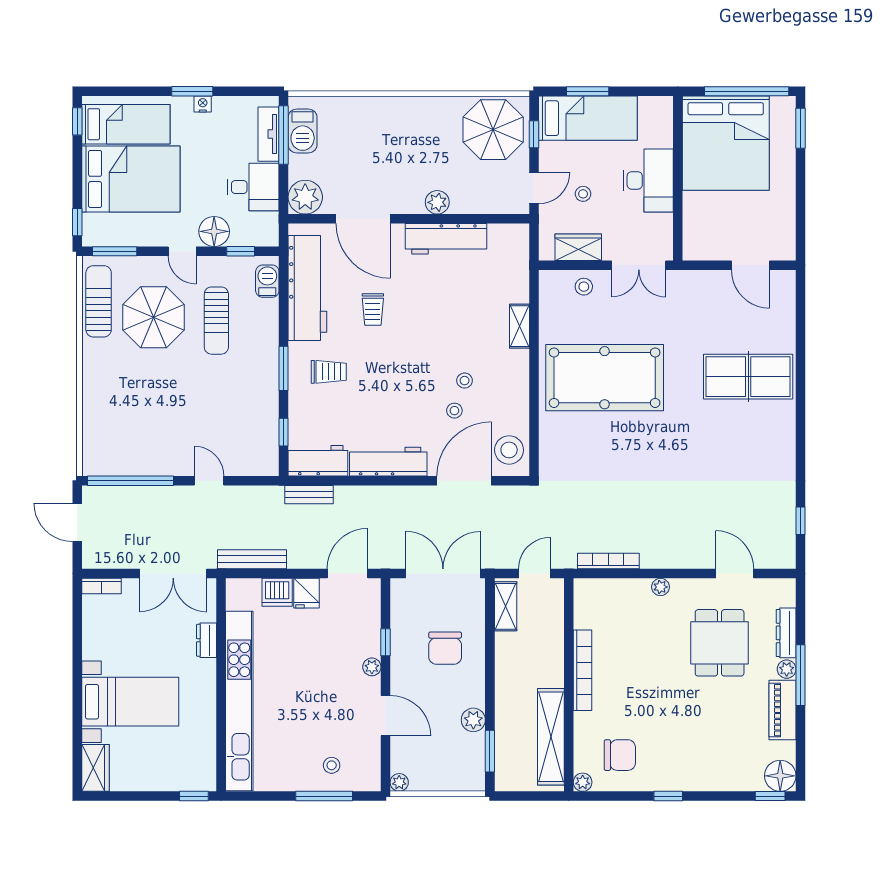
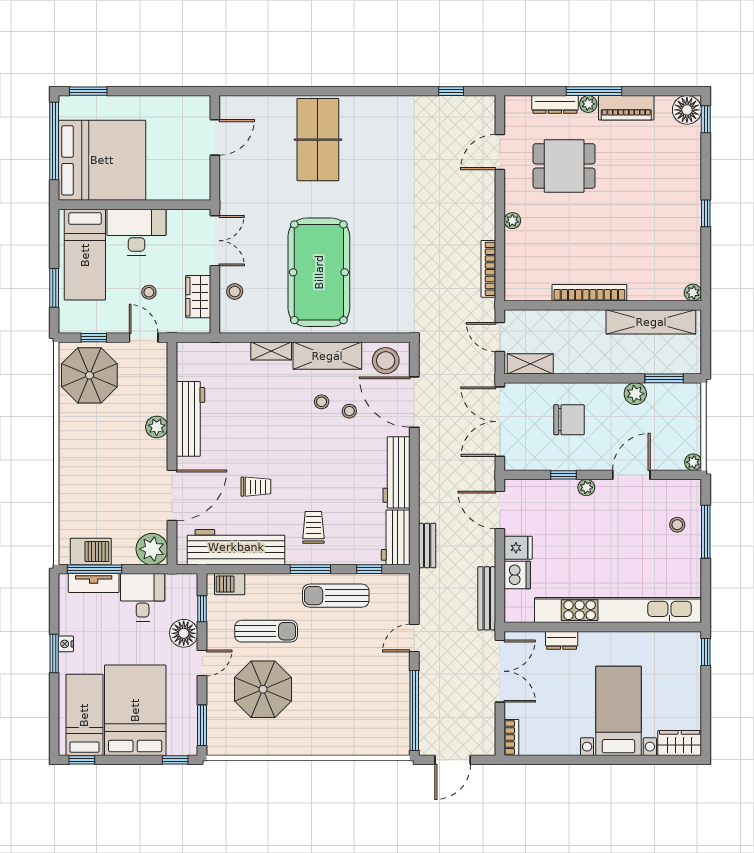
bed: (588, 118) -> (85, 255), moved, turned 180
sun lounger: (99, 301) -> (336, 596), moved
shelving: (514, 387) -> (327, 356), added
chair: (620, 755) -> (668, 258), removed

